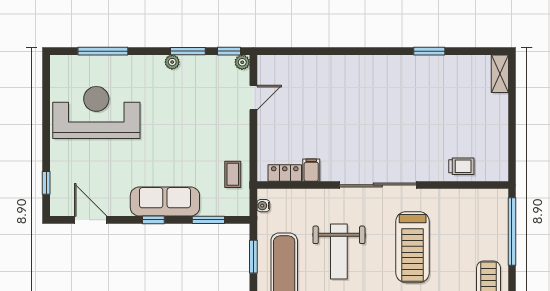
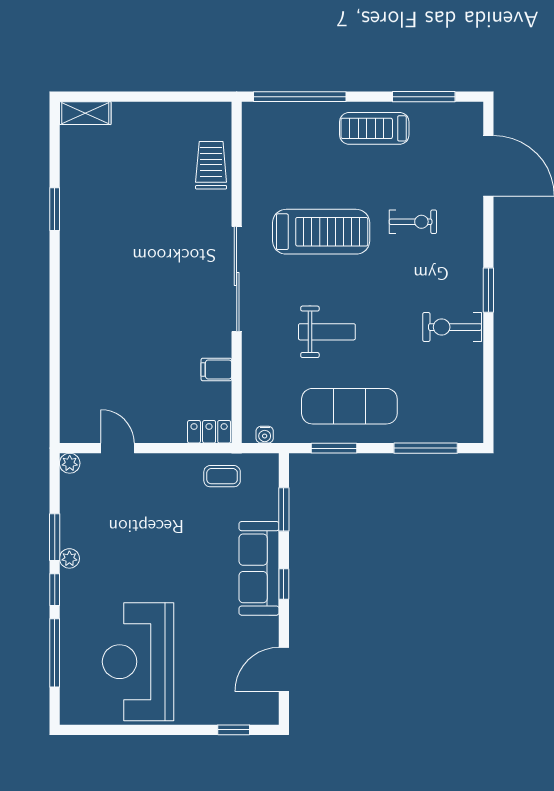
window: (229, 51) -> (55, 590), moved
trolley: (461, 166) -> (211, 165), width x1.36, depth x1.39
locker: (285, 173) -> (209, 432), moved, turned 90
weight bench: (339, 251) -> (327, 332), width x0.73, depth x0.75

